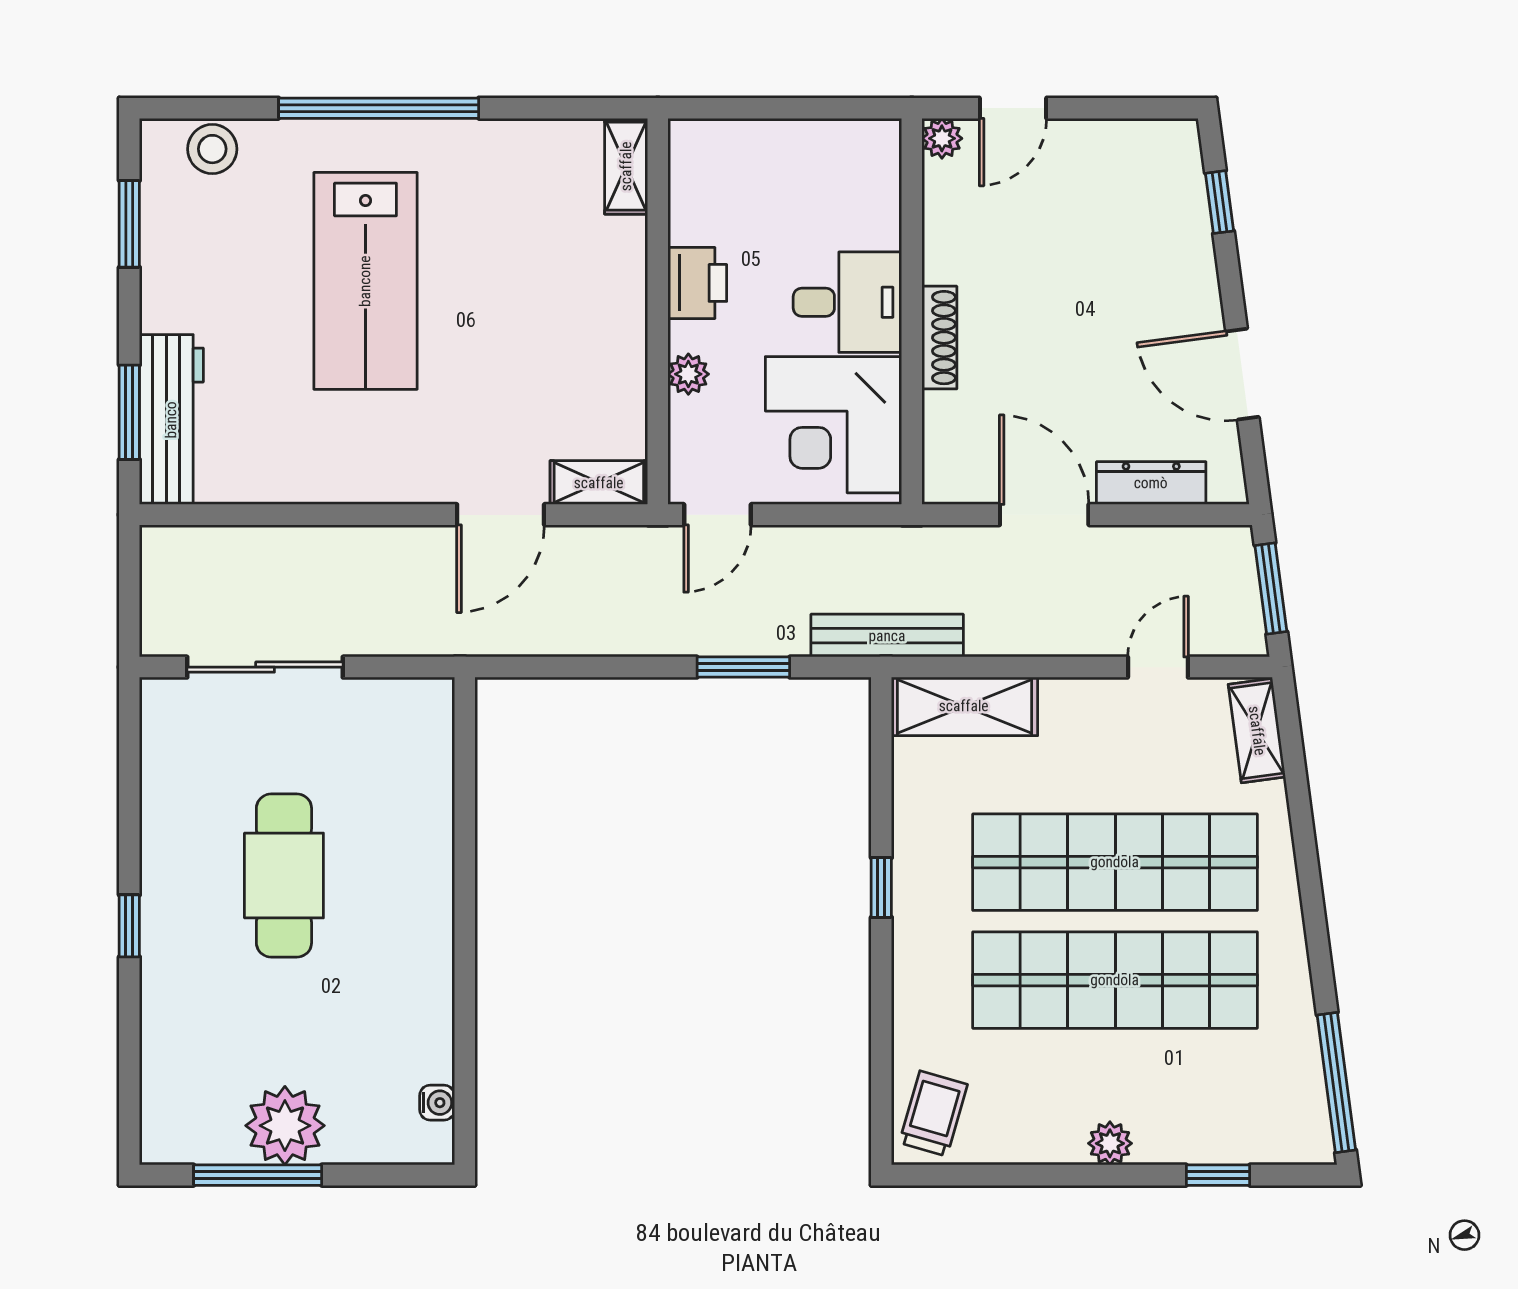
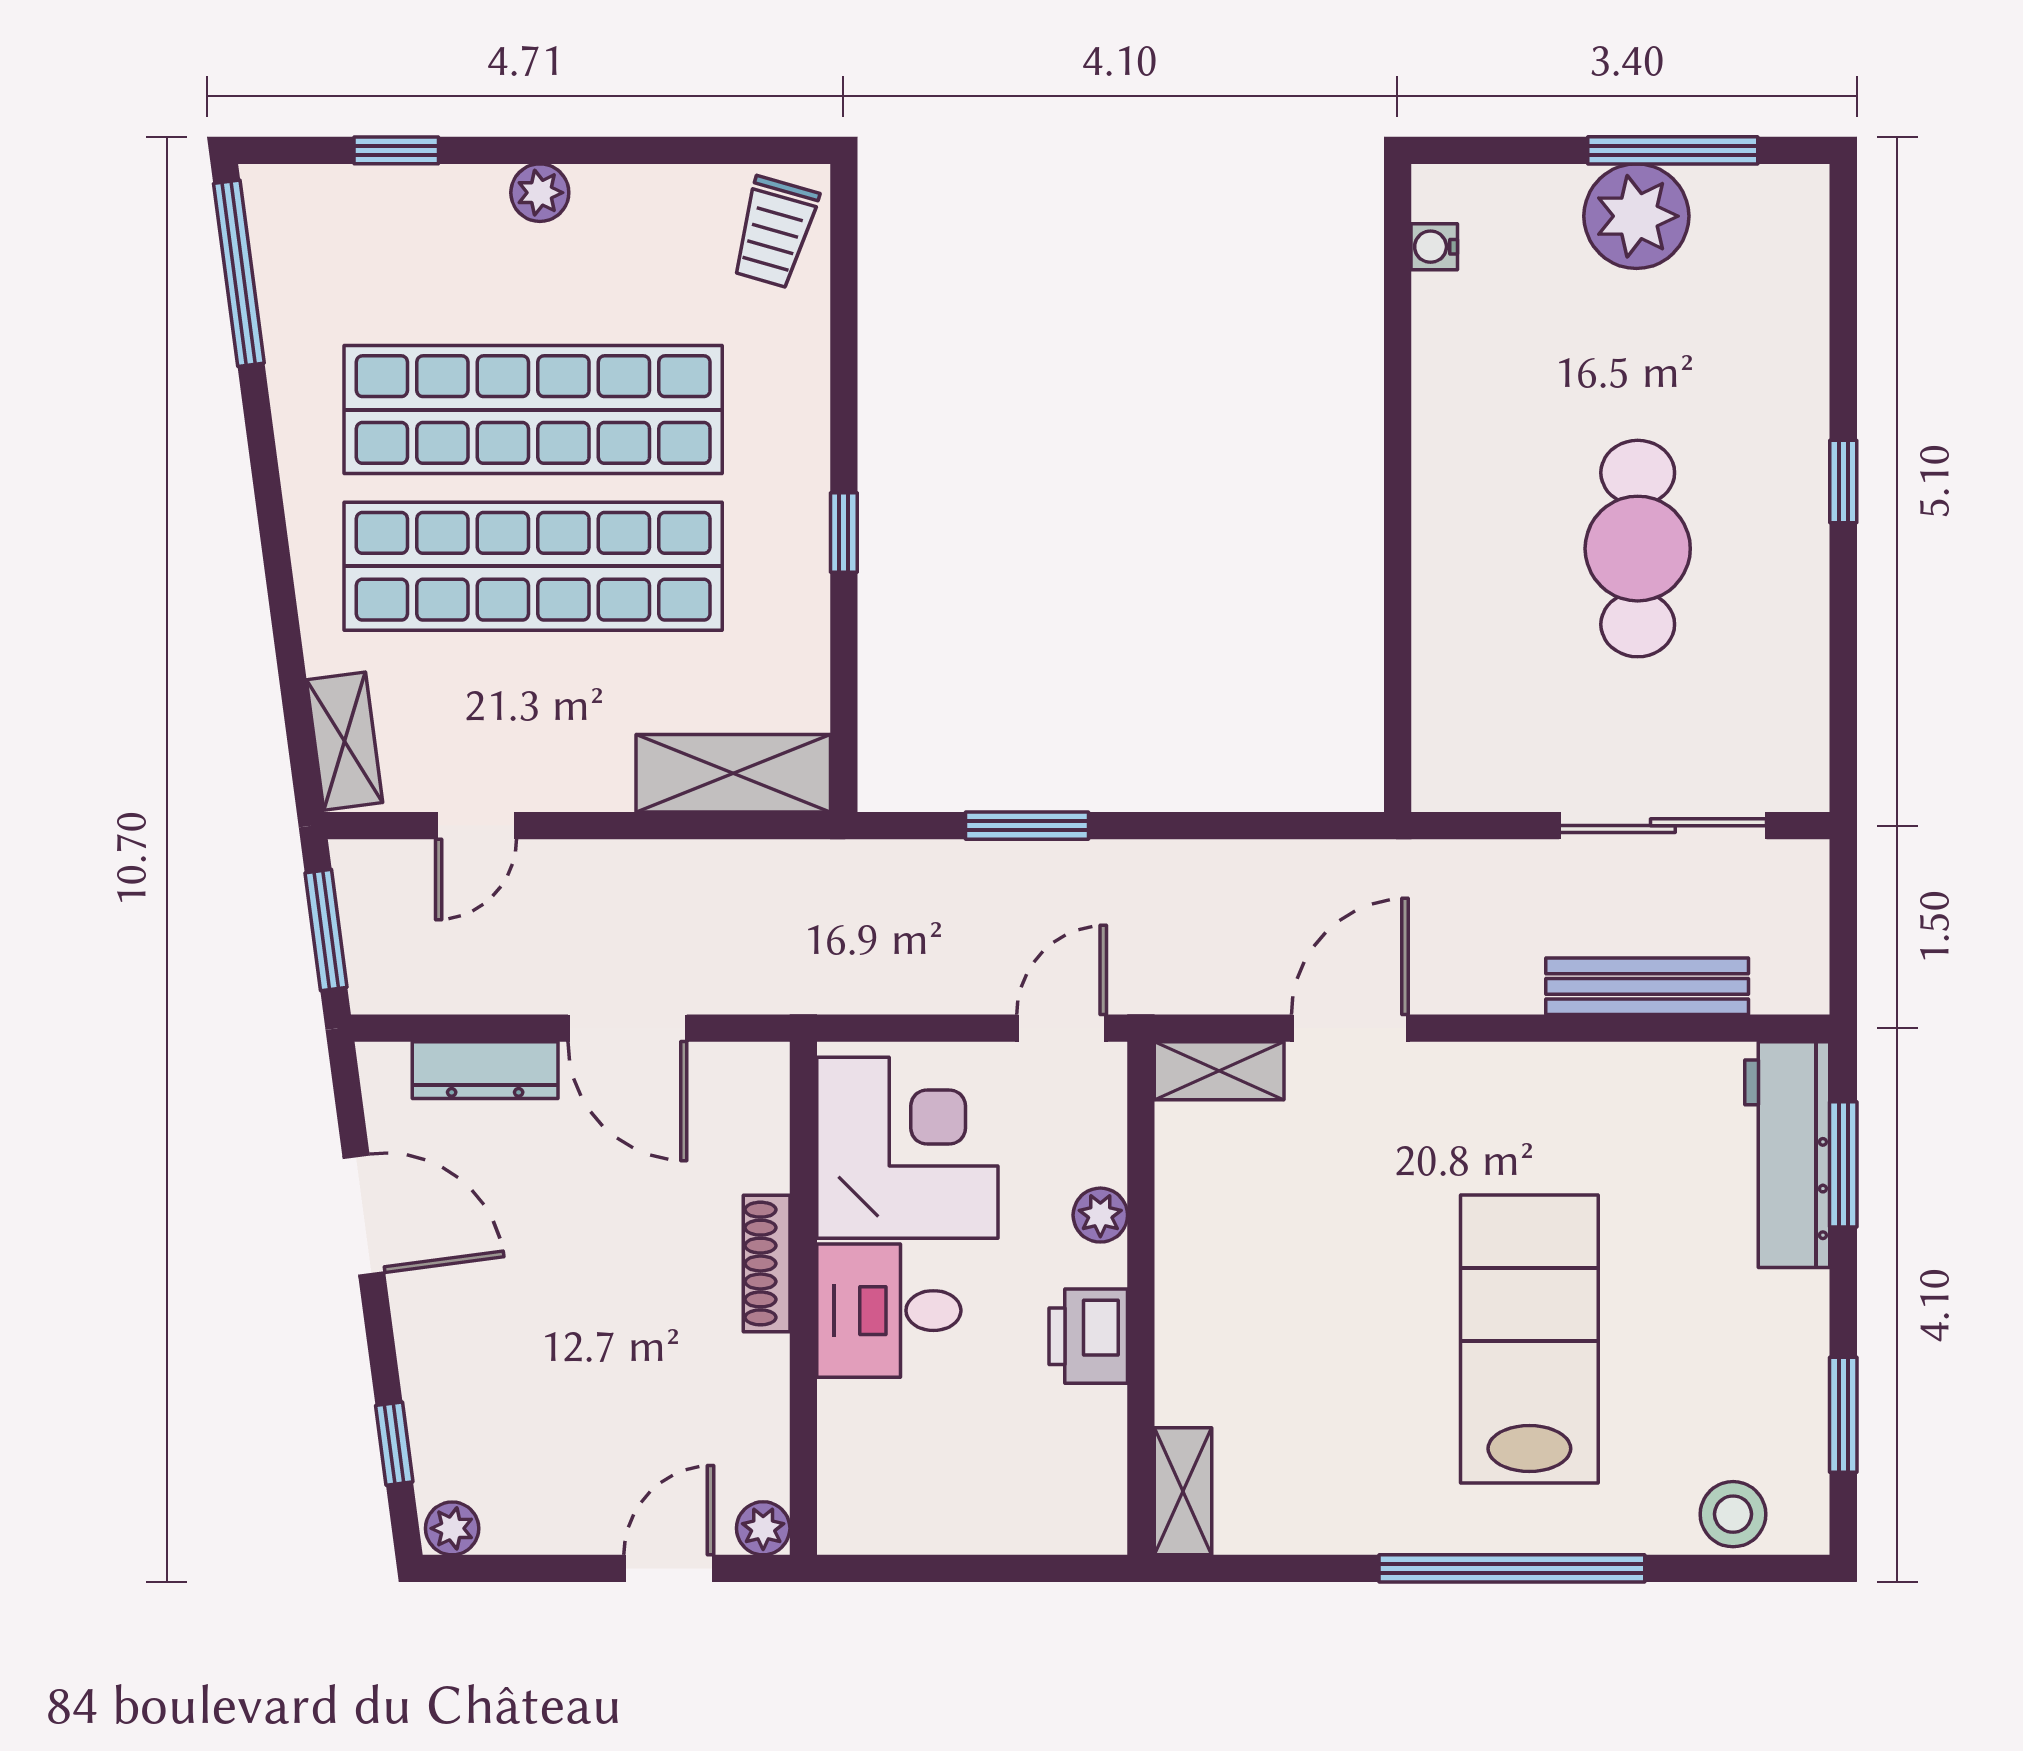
plant: (1176, 138) -> (452, 1528), added
bench: (887, 636) -> (1647, 986), moved

